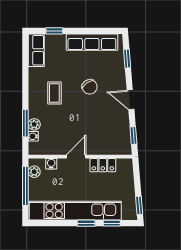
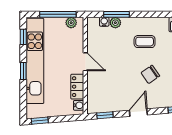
water cooler: (51, 164) -> (79, 105), moved
window: (112, 223) -> (23, 37), moved

